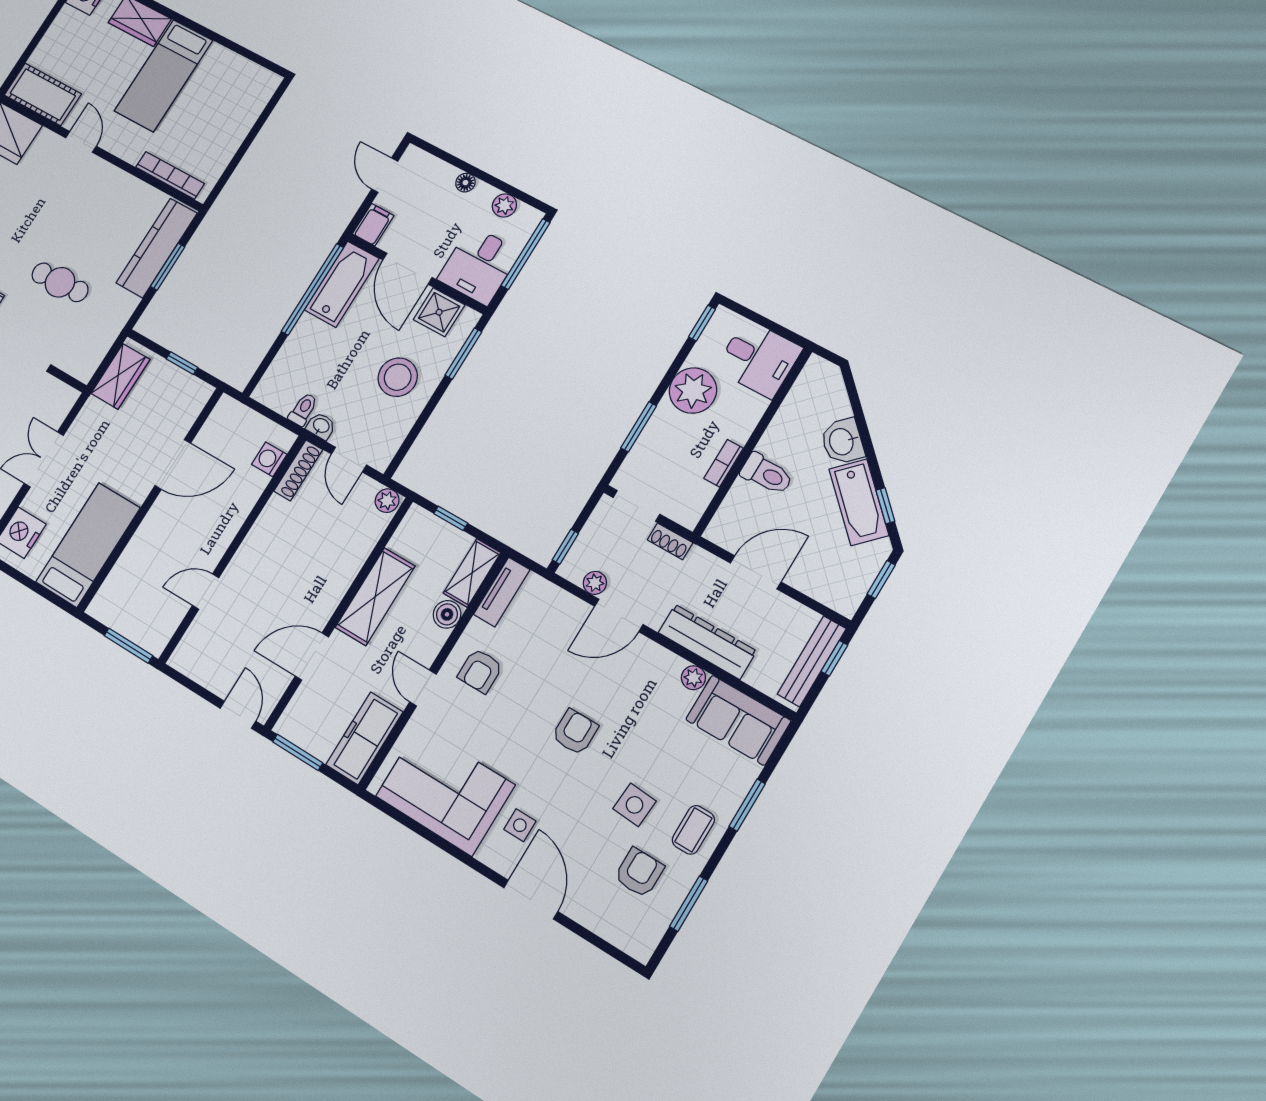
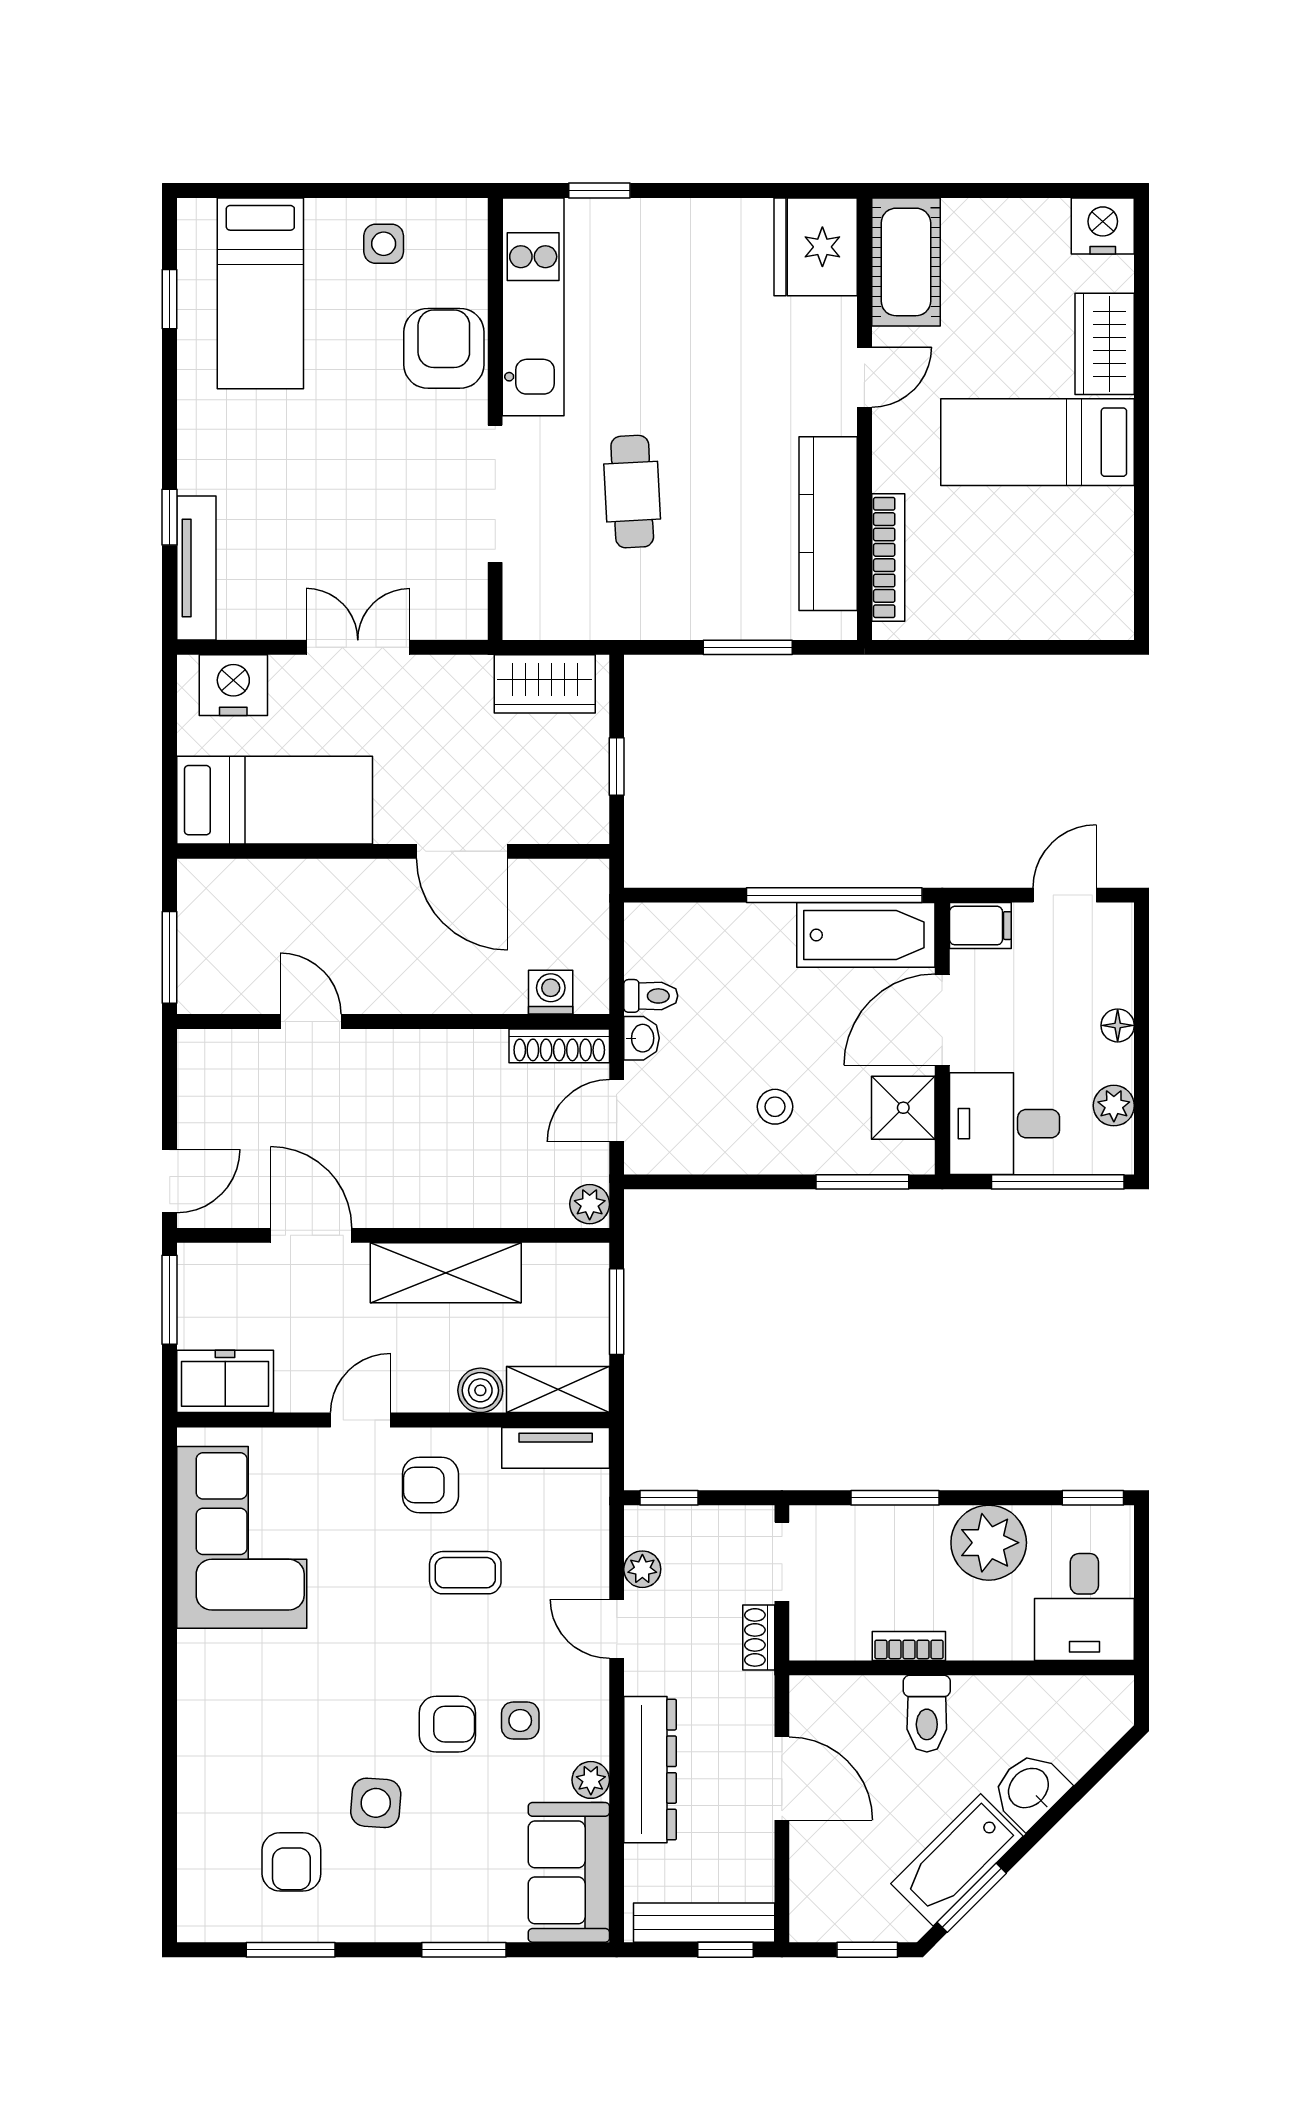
kitchen counter: (157, 248) -> (828, 524), moved, turned -90
stool: (398, 377) -> (775, 1107), width x0.53, depth x0.53
window: (885, 506) -> (972, 1898), width x1.50
window: (451, 518) -> (617, 1312), width x1.50
door: (619, 615) -> (617, 1629), width x0.73
armchair: (575, 732) -> (447, 1724), moved
freezer: (364, 738) -> (225, 1381), width x0.71
side table: (520, 825) -> (520, 1721), moved
coffee table: (693, 830) -> (465, 1573), moved
armchair: (639, 873) -> (291, 1862), turned 90
door: (531, 900) -> (170, 1741), removed

